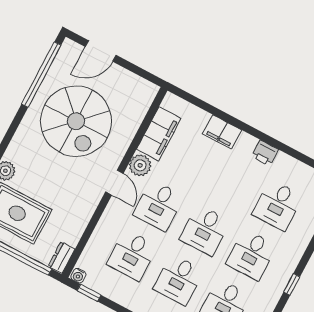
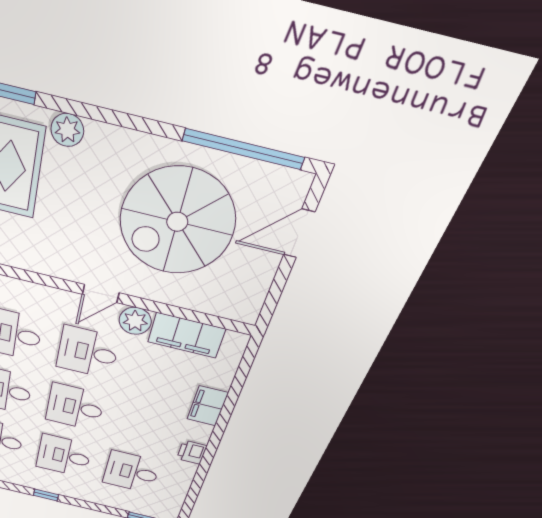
door: (101, 51) -> (299, 234), hinge flipped

